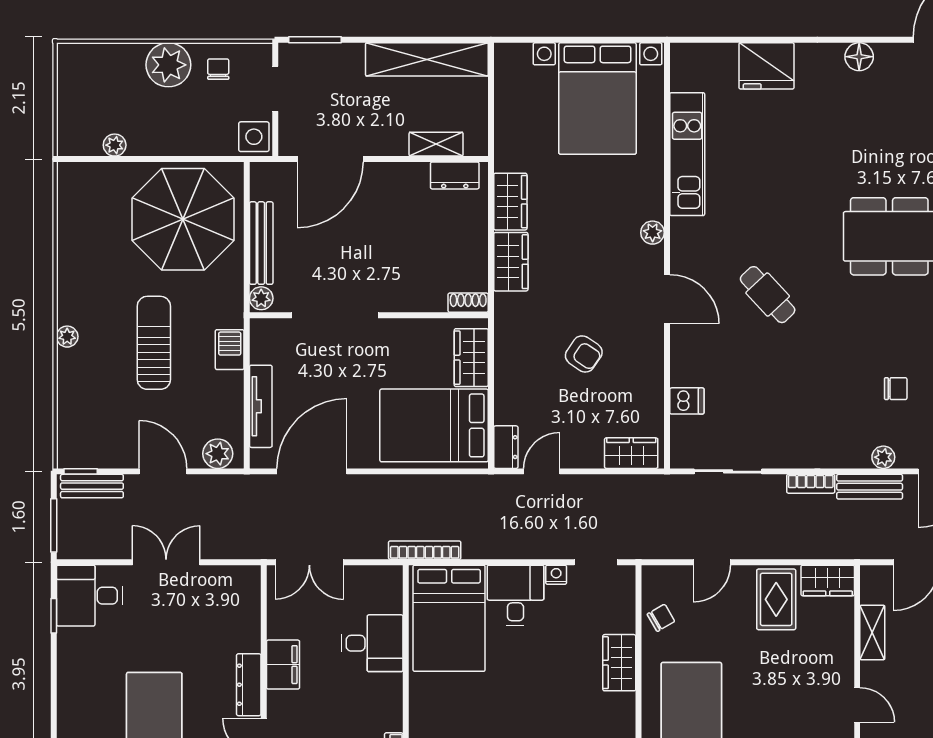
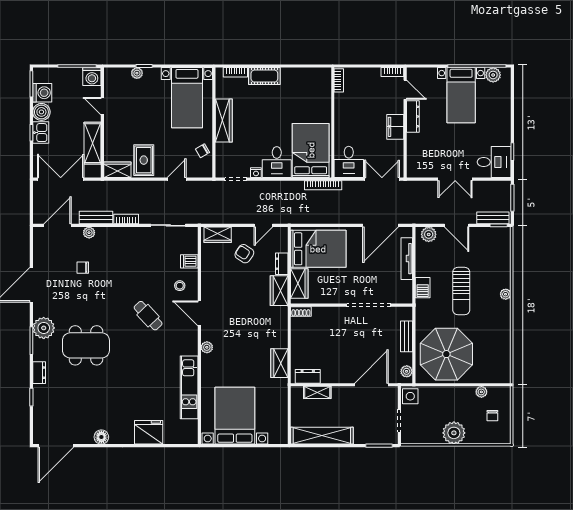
chair: (218, 69) -> (492, 416), moved
bench: (261, 243) -> (407, 336), width x0.73
wardrobe: (511, 262) -> (279, 291), moved
plant: (261, 298) -> (407, 371), moved
stool: (706, 353) -> (180, 286), added
armchair: (584, 354) -> (244, 254), moved
dresser: (506, 447) -> (282, 264), moved
shelving: (872, 632) -> (93, 143), width x1.50, depth x1.33
desk: (372, 643) -> (349, 162), moved, turned -90
wardrobe: (619, 663) -> (224, 121), width x1.50

